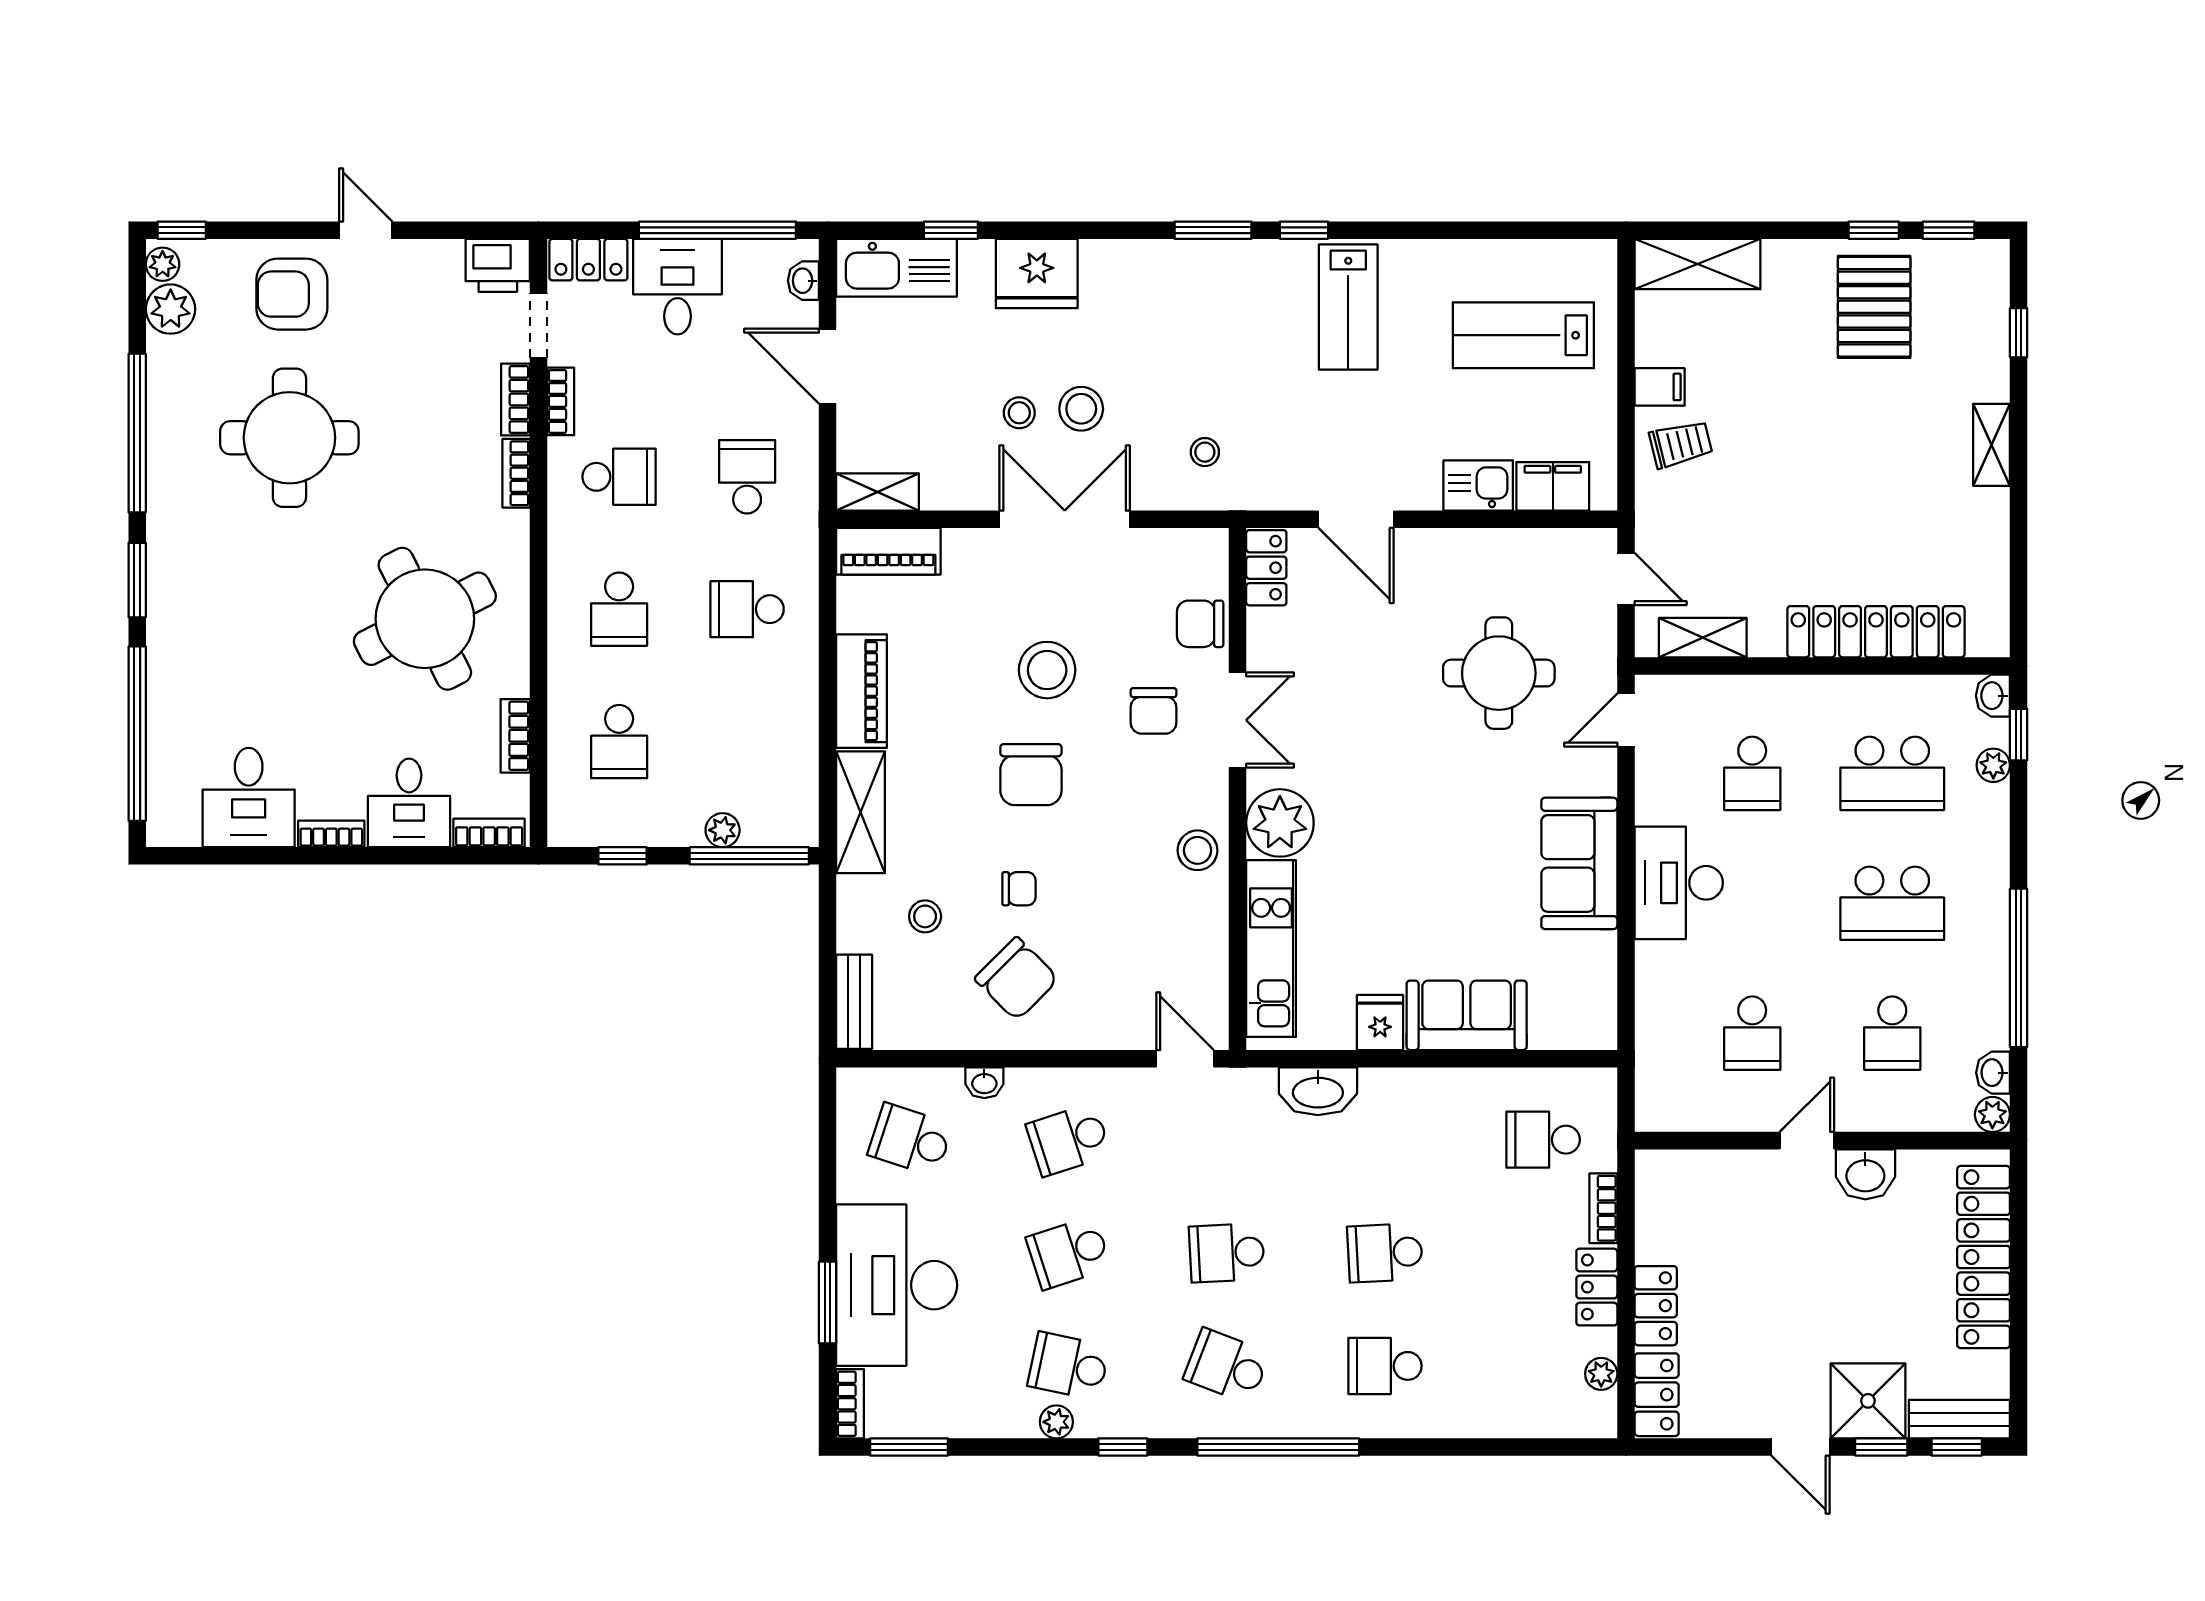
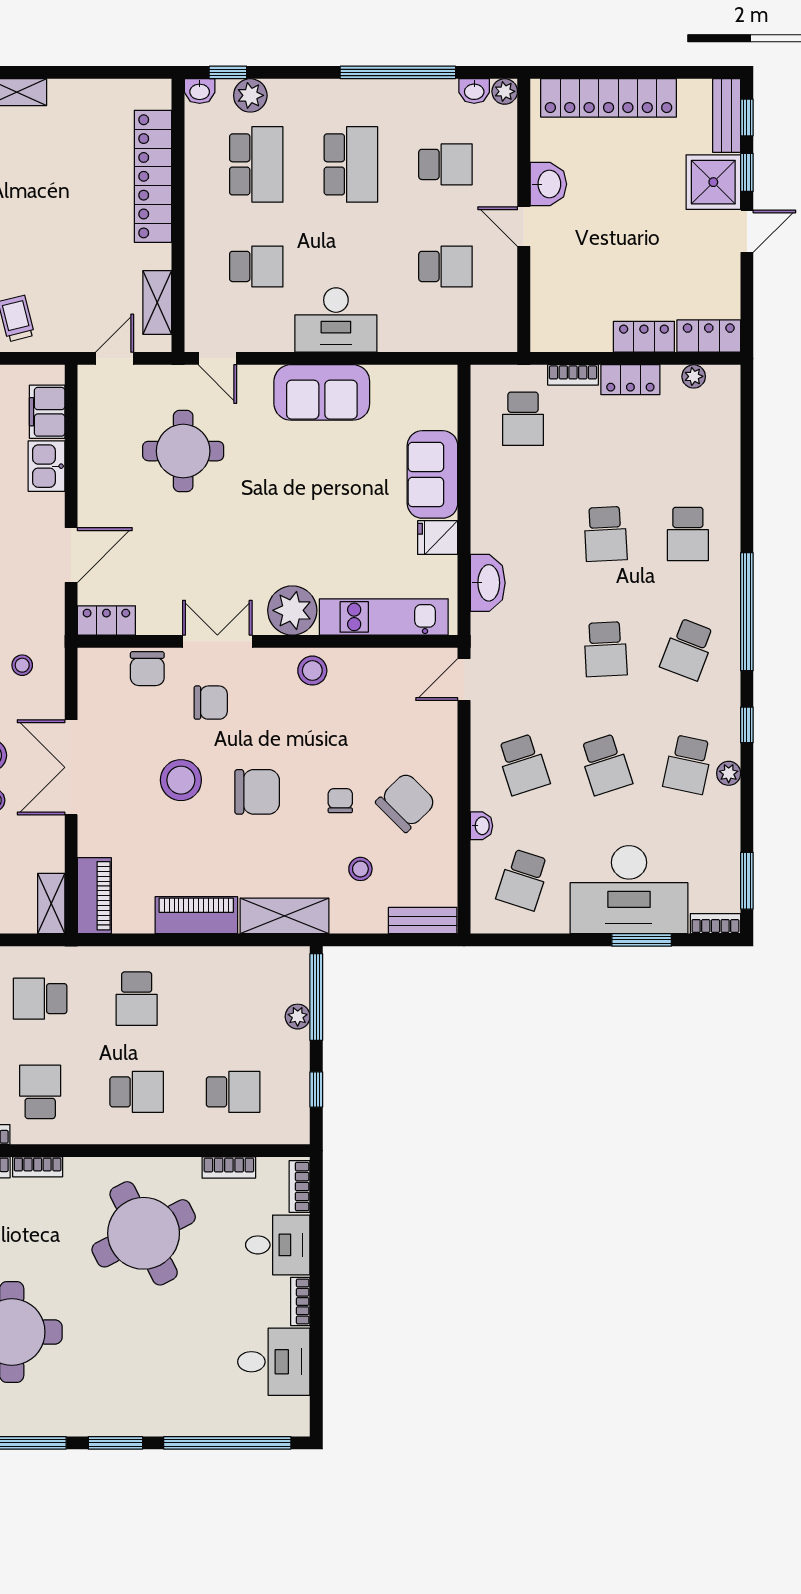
plant: (1993, 765) -> (250, 95), width x1.38, depth x1.38

